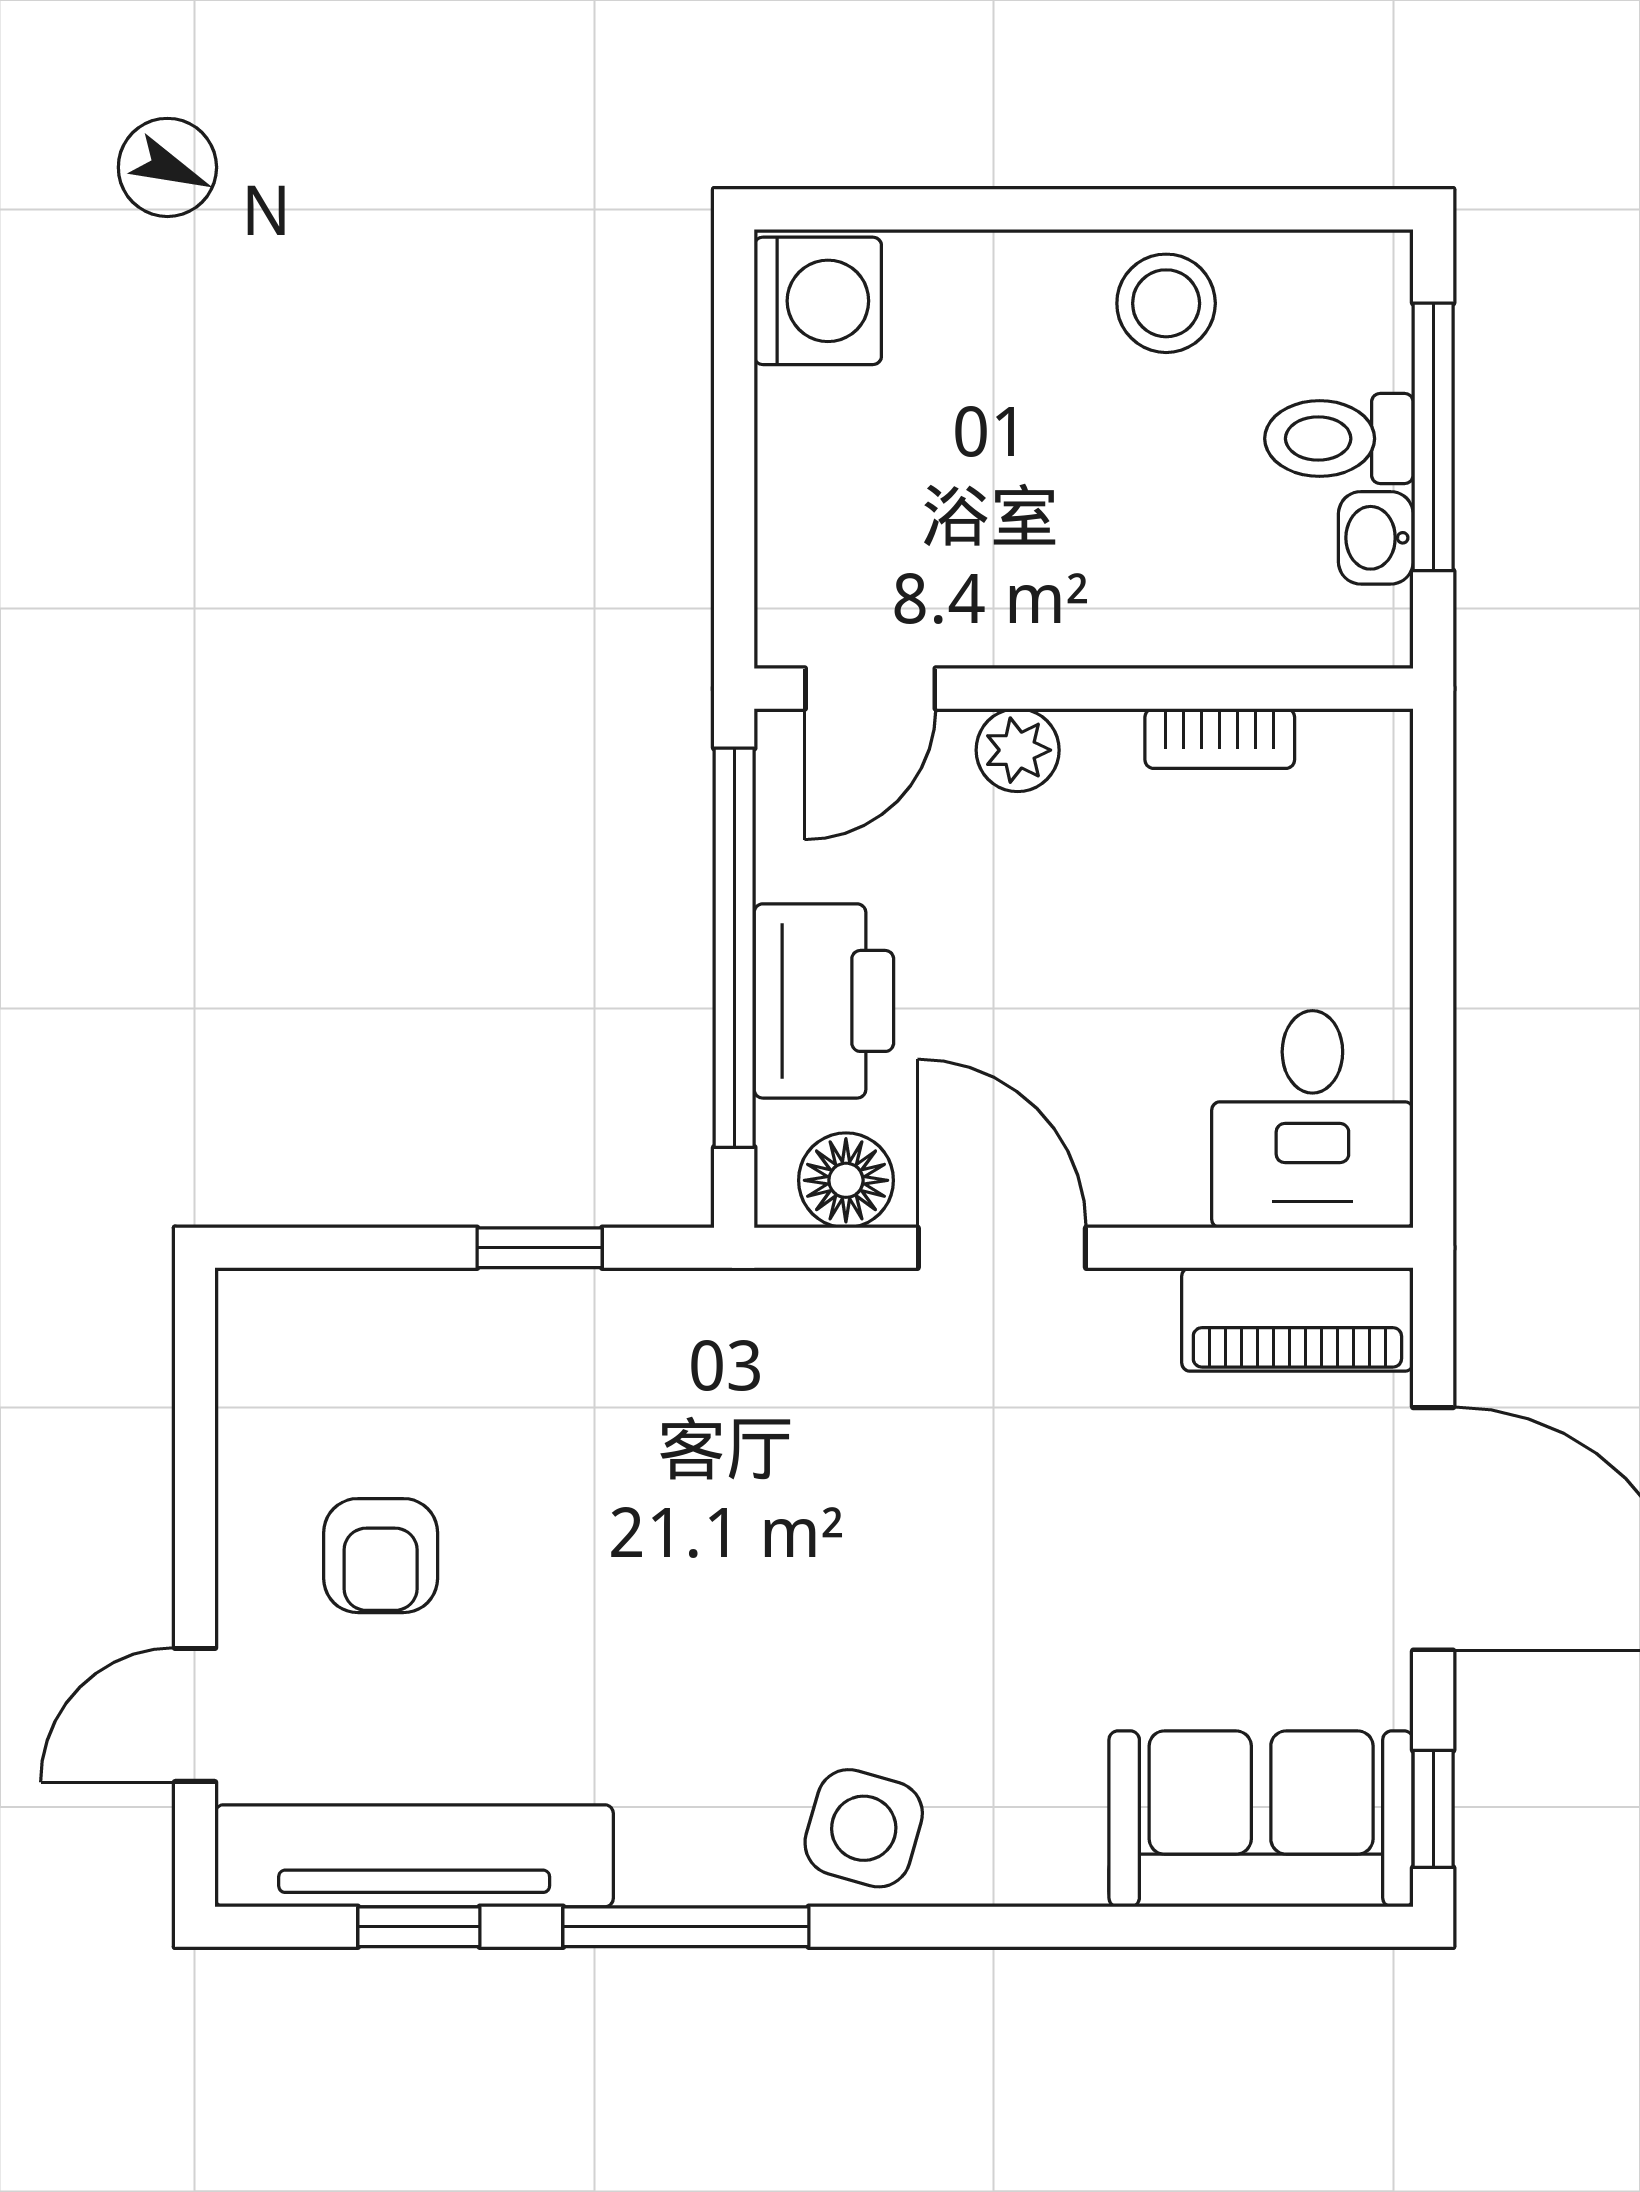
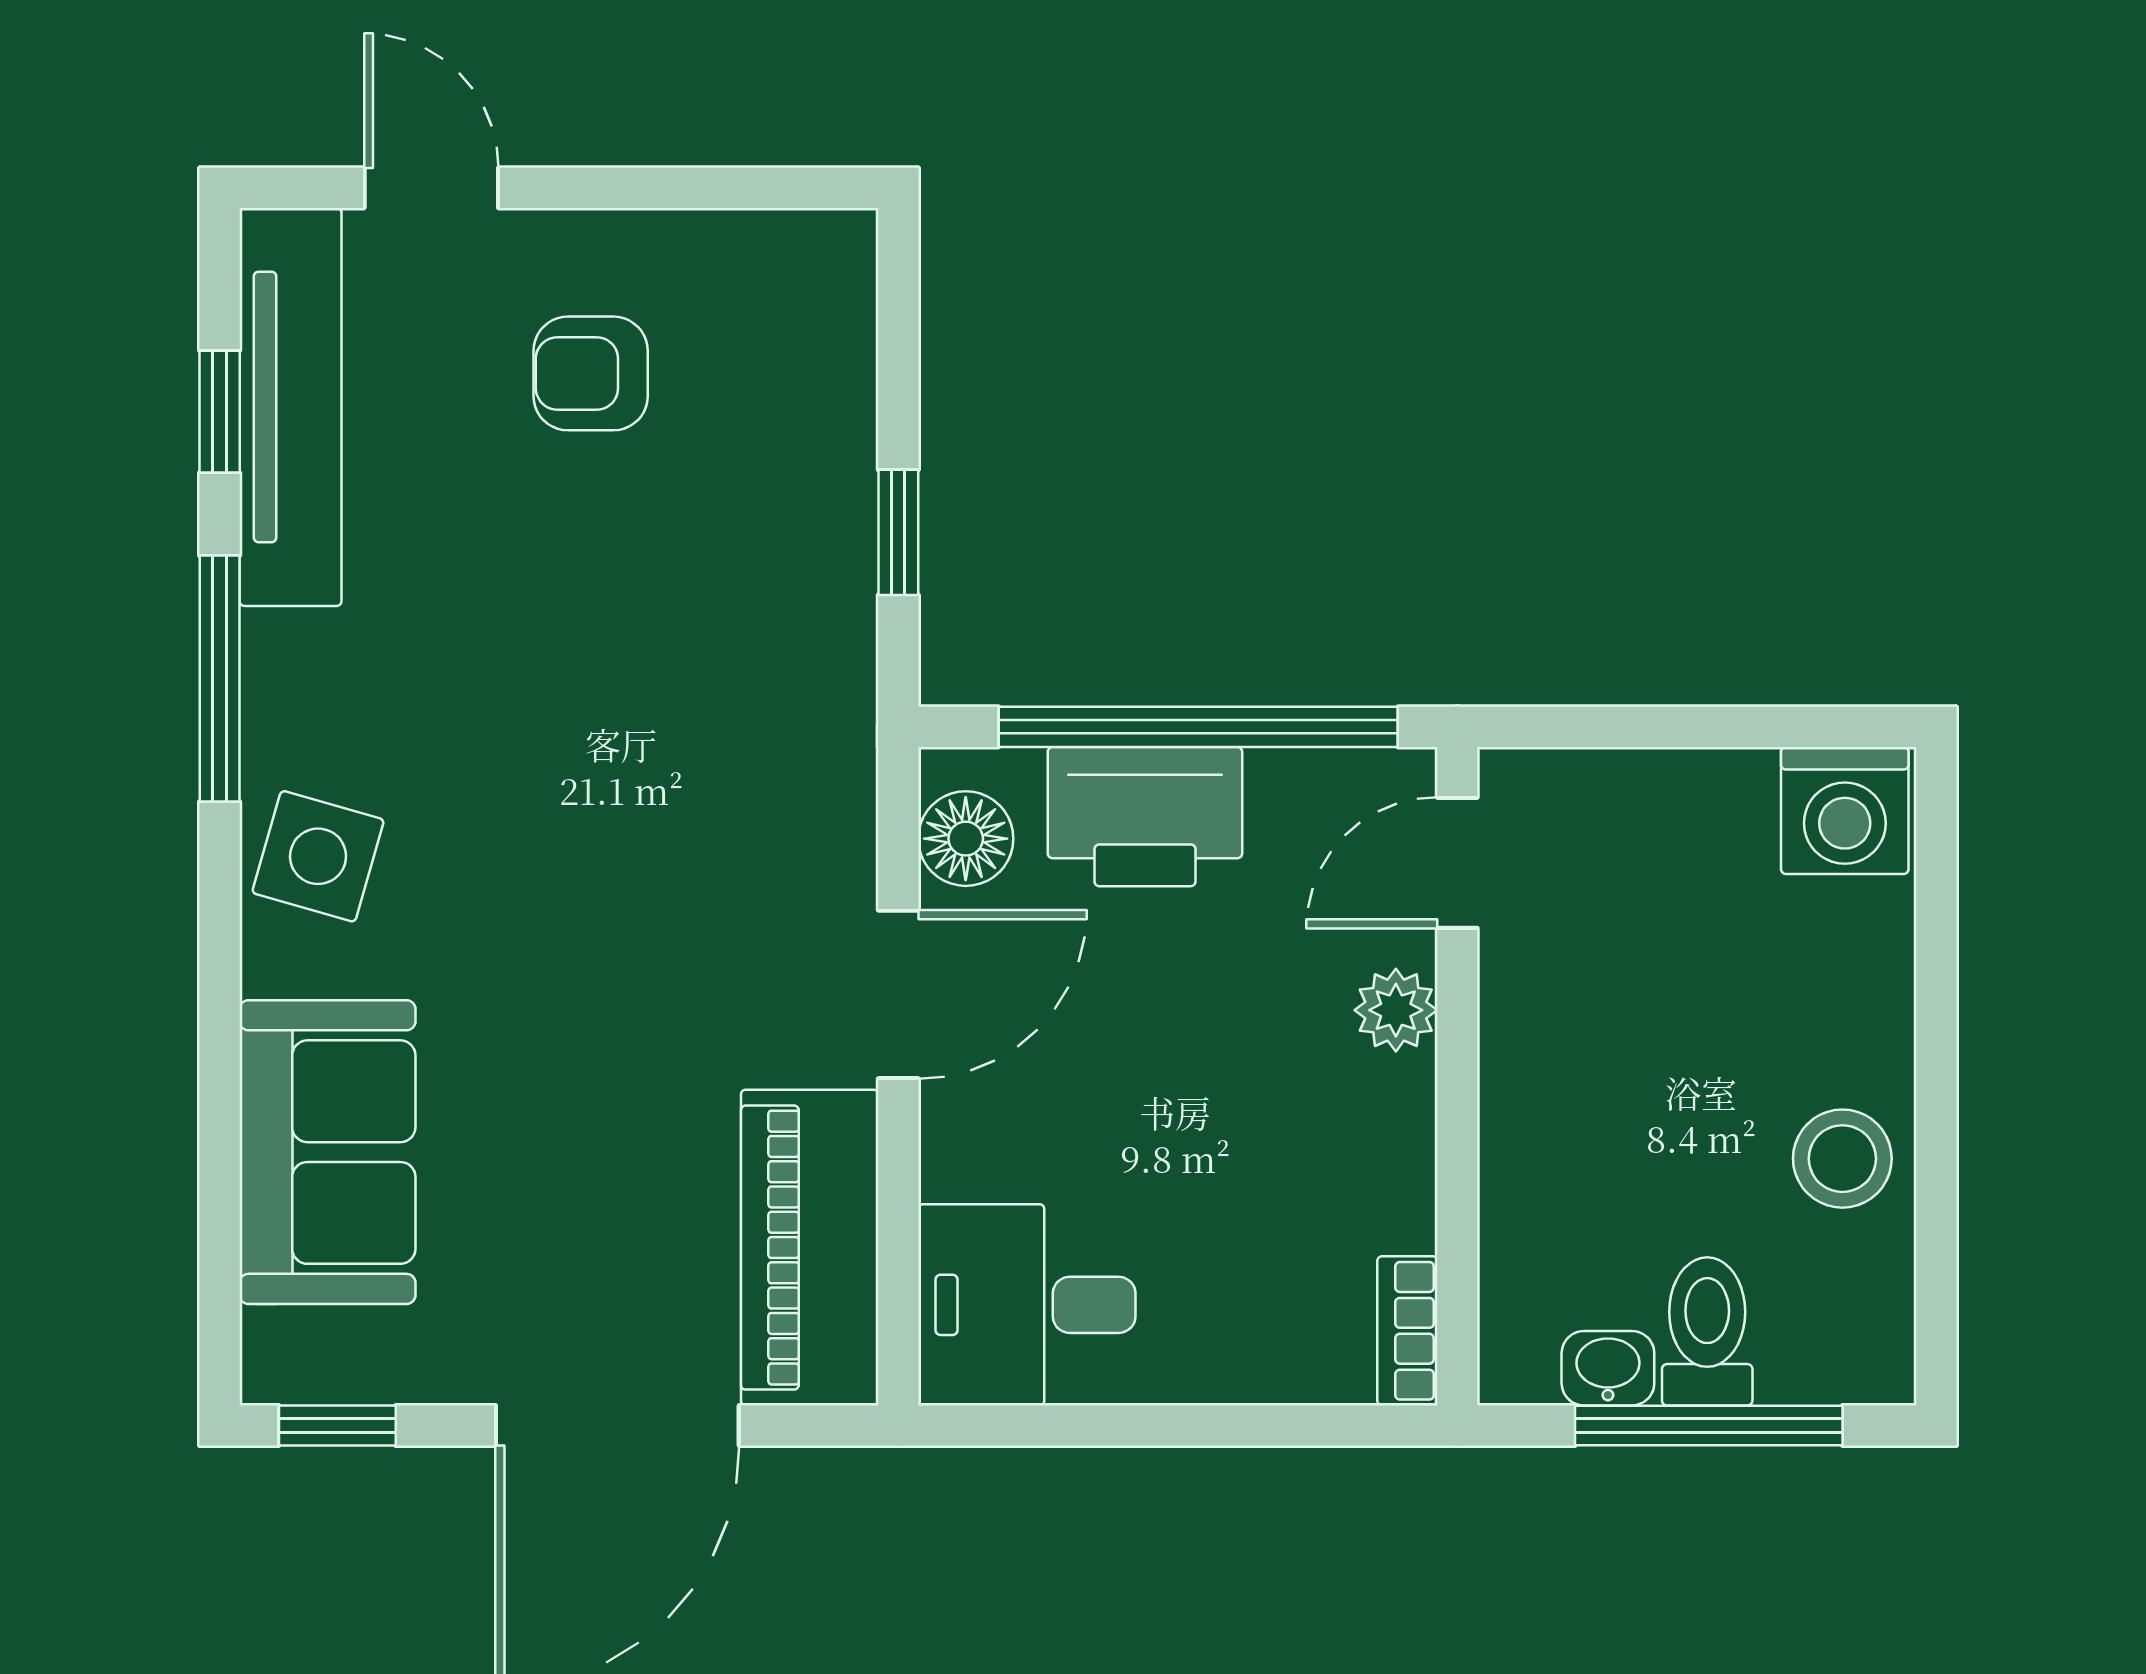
door: (870, 689) -> (1457, 863), hinge flipped
bookcase: (1220, 738) -> (1407, 1331), moved
piano: (1297, 1319) -> (810, 1248), width x1.37, depth x1.33
sofa: (1261, 1819) -> (327, 1152), moved

